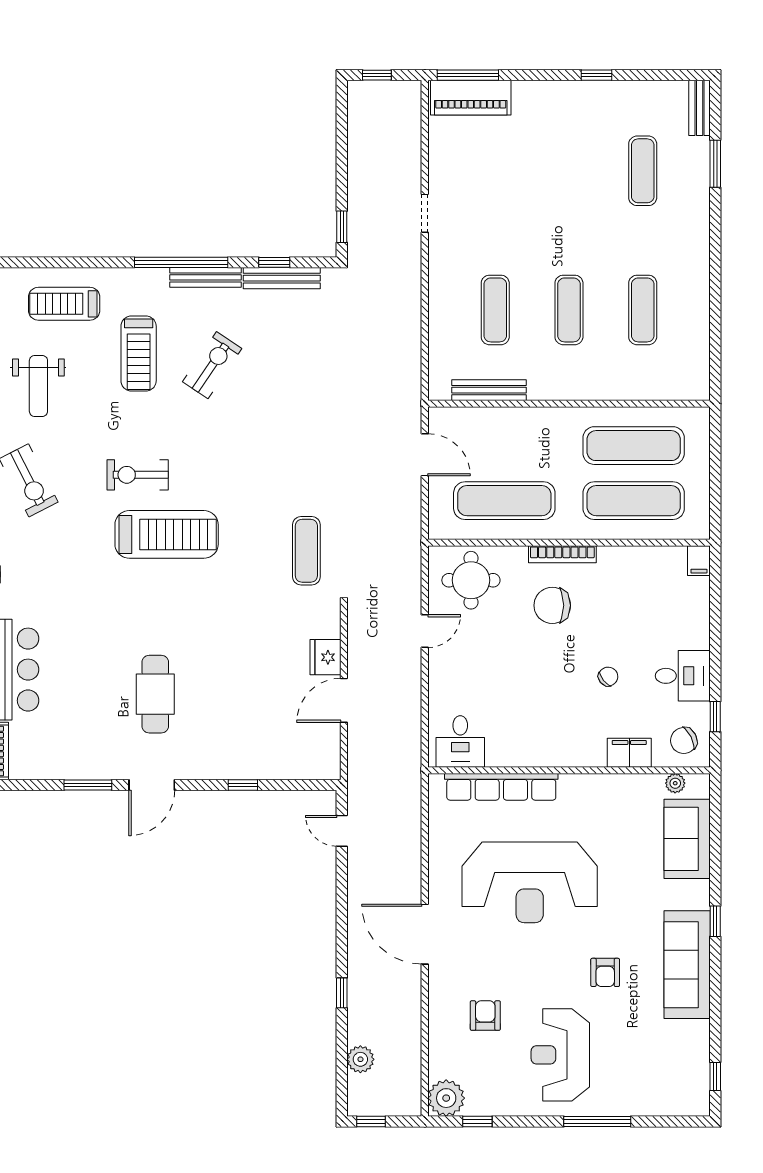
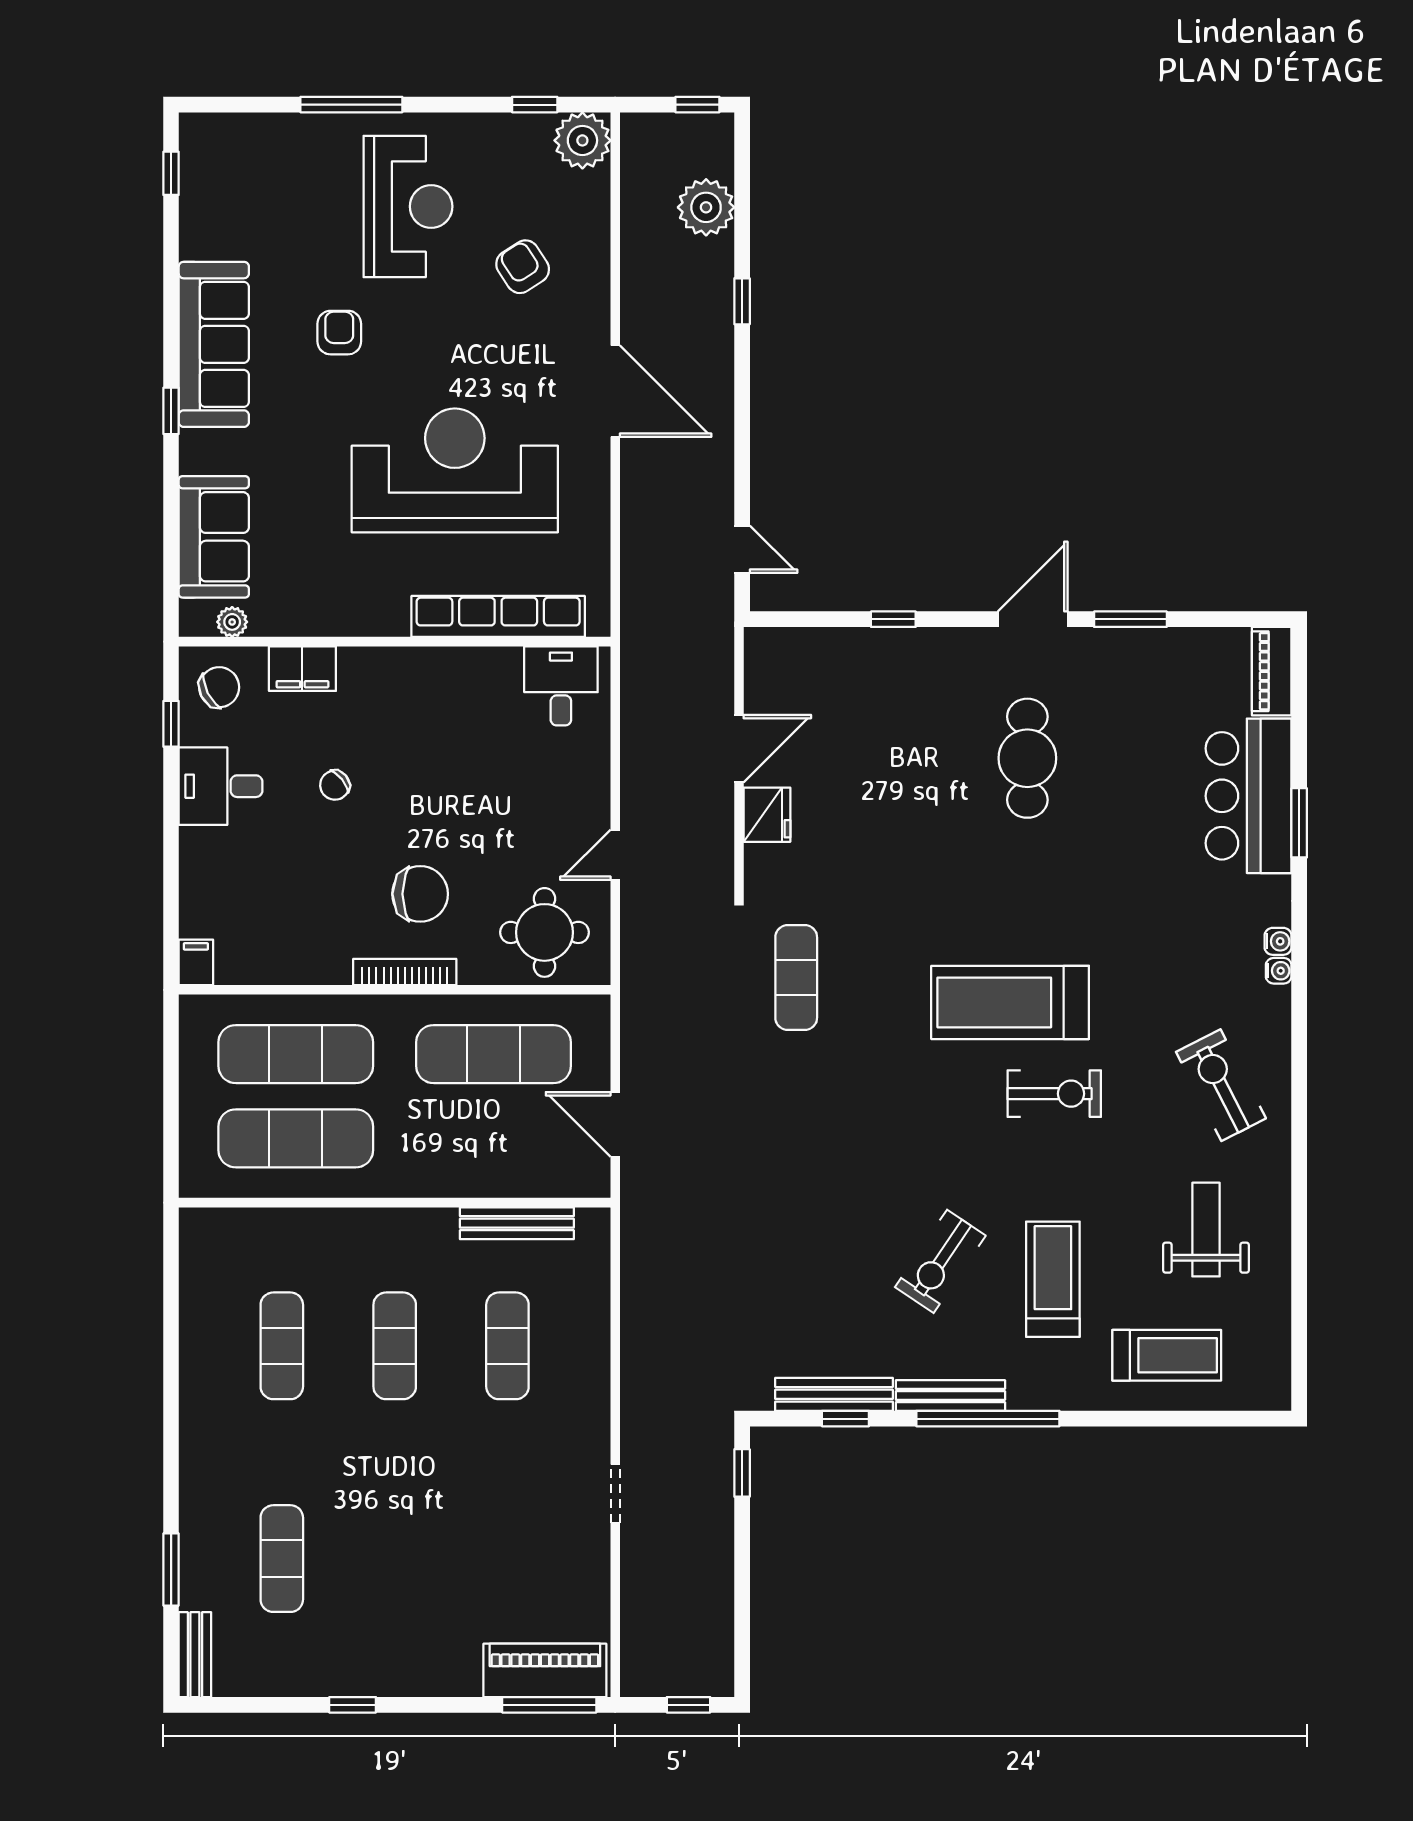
armchair: (485, 1016) -> (523, 267), turned 147
plant: (360, 1059) -> (706, 207), width x1.36, depth x1.36

